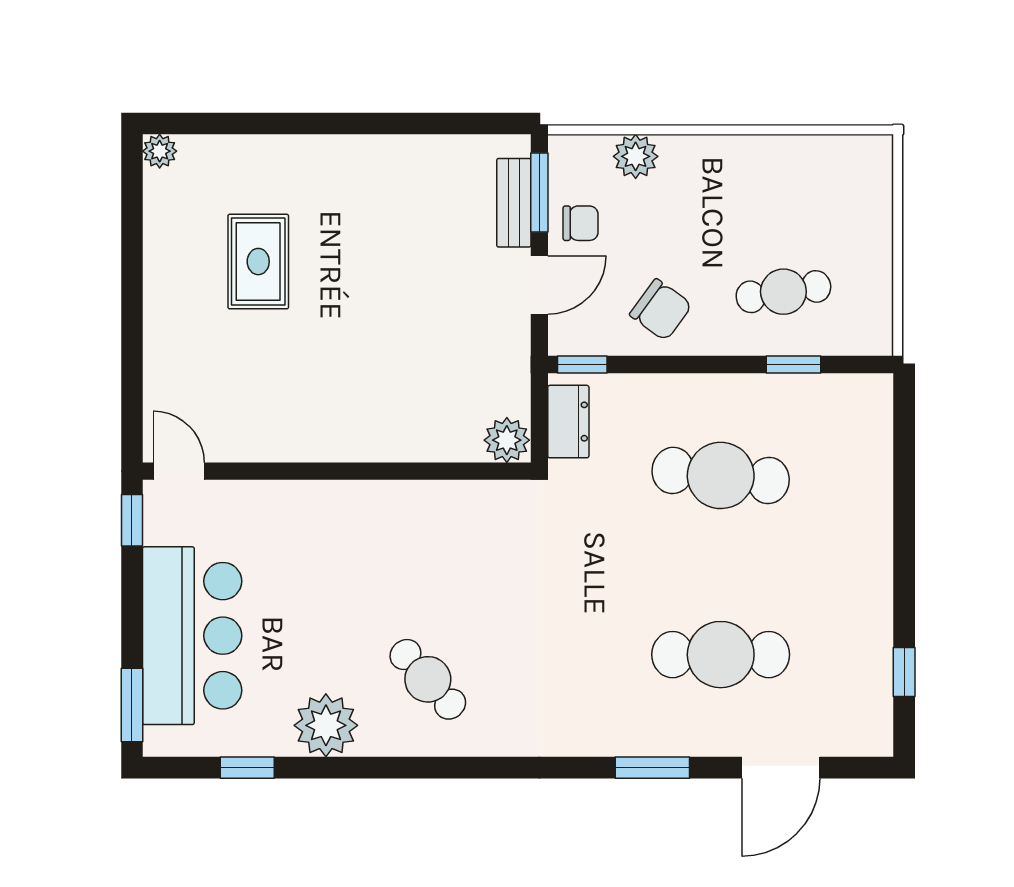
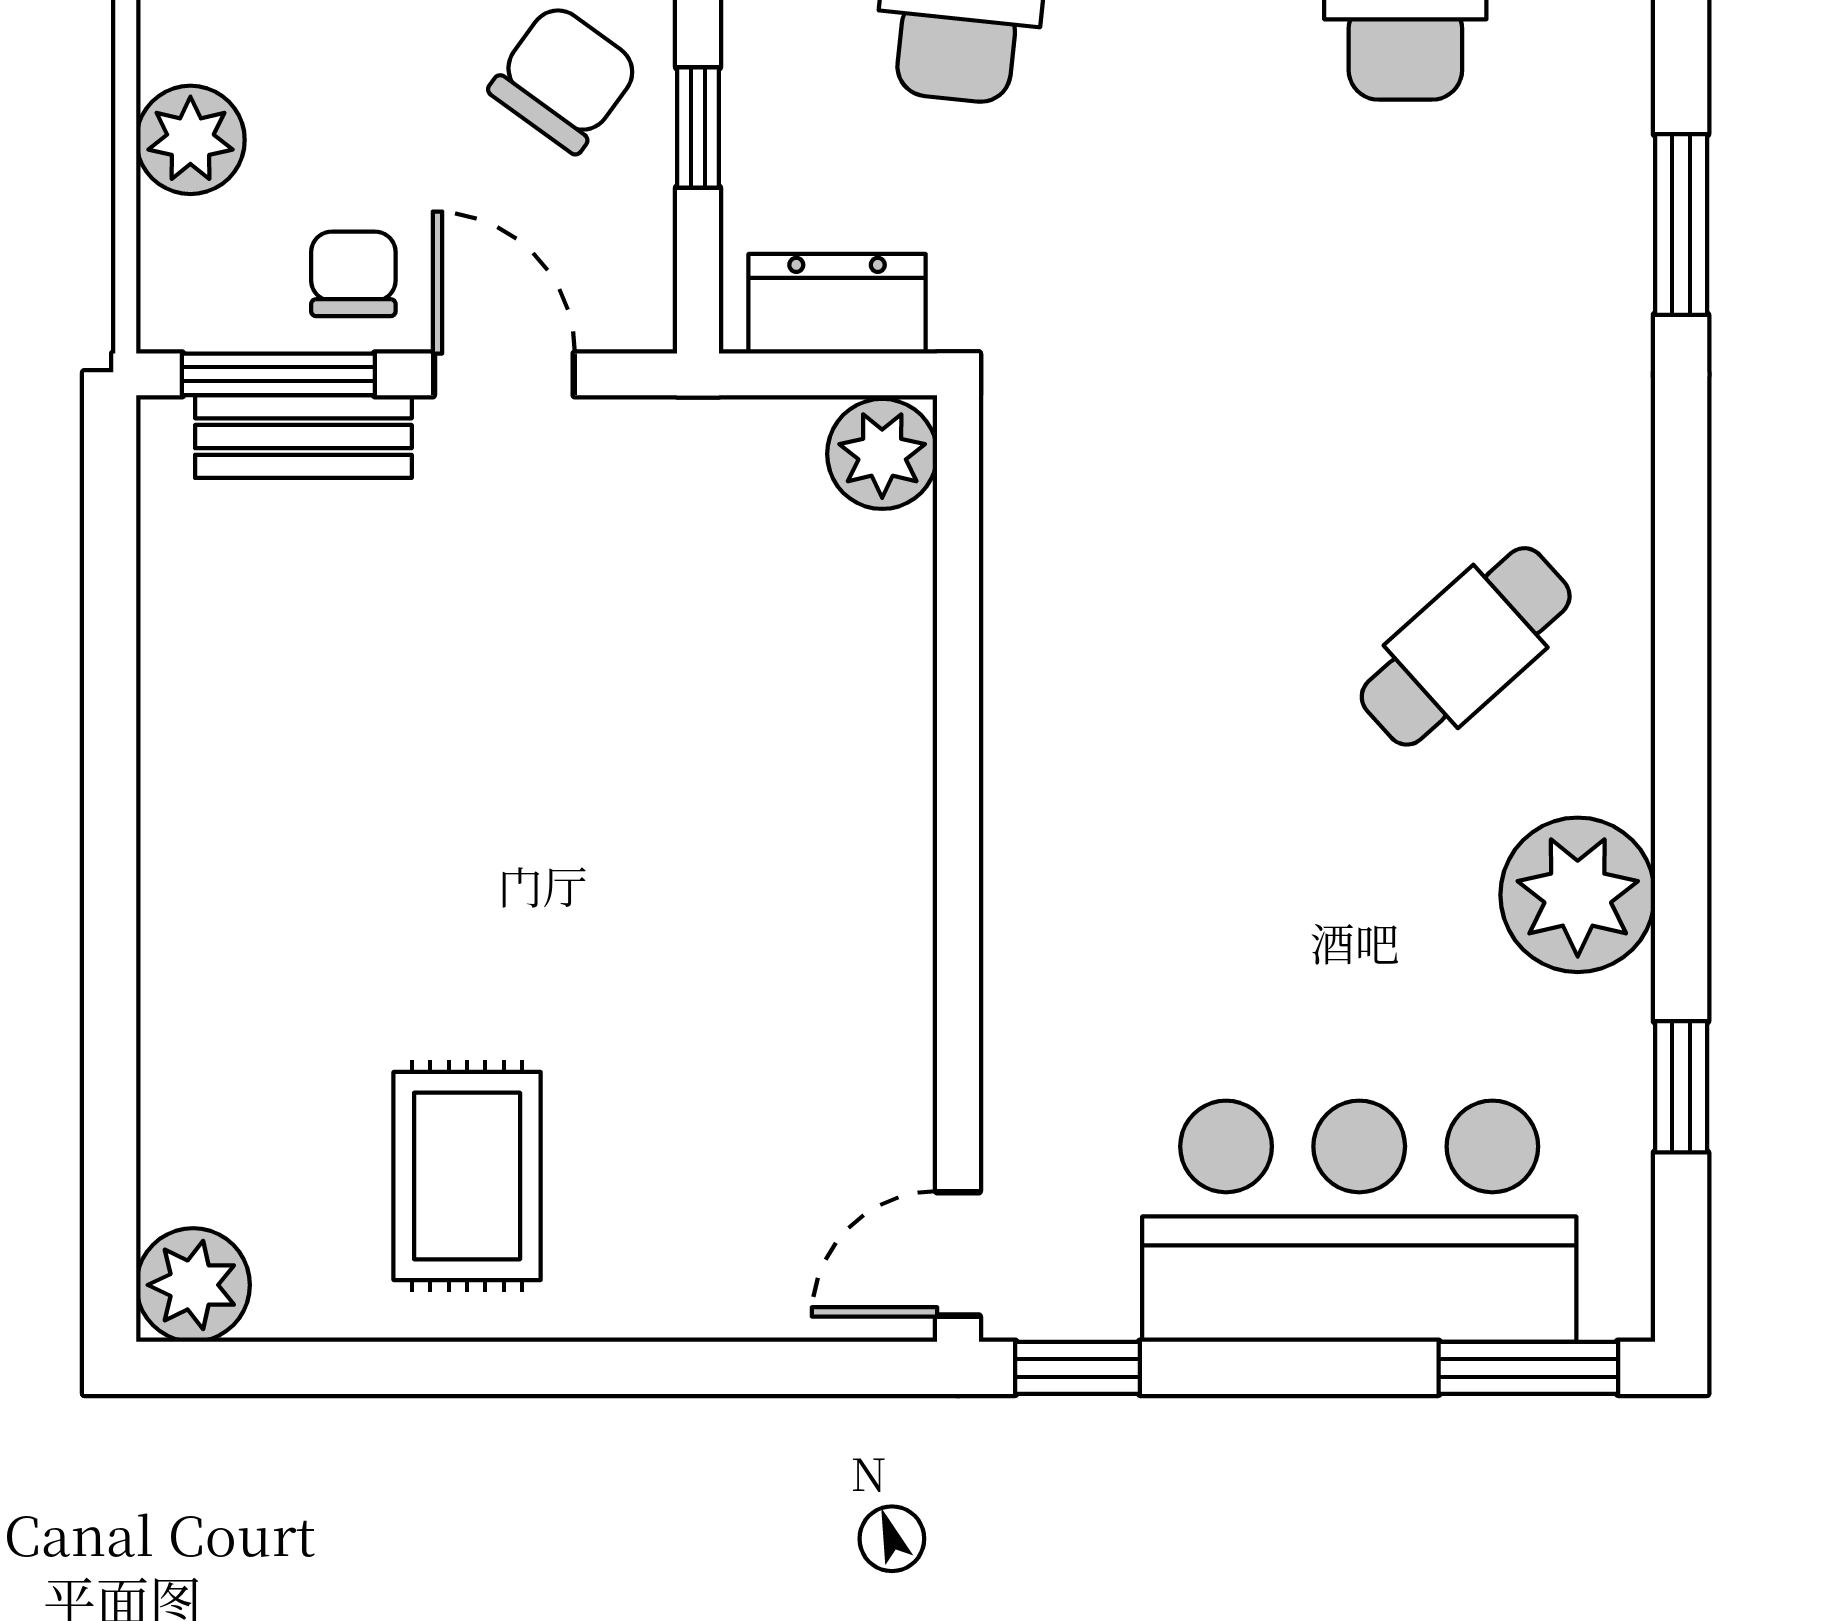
plant: (160, 151) -> (193, 1285), width x1.38, depth x1.38
rug: (258, 262) -> (467, 1176), moved, turned 90
window: (582, 365) -> (698, 127), moved
window: (652, 768) -> (1681, 225), moved

